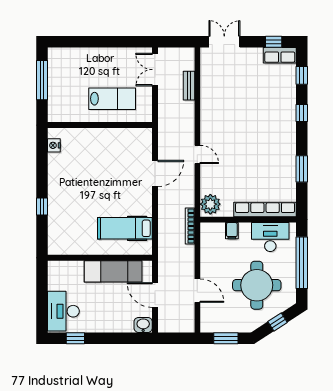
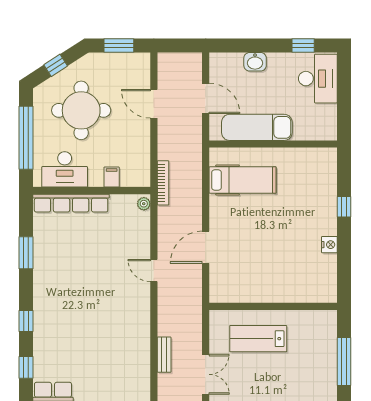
nightstand: (54, 145) -> (329, 245), moved
plant: (210, 204) -> (144, 204), width x0.53, depth x0.53
washbasin: (143, 325) -> (255, 62), moved

